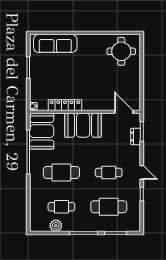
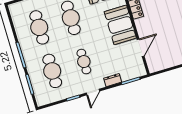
door: (124, 112) -> (141, 48), moved
dresser: (136, 137) -> (113, 80), moved
cafe table: (61, 207) -> (39, 27), width x1.37, depth x1.35
plant: (56, 226) -> (20, 27), removed

